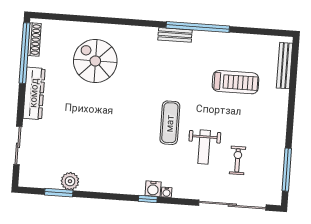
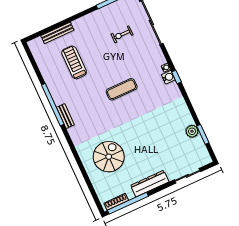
spiral stairs: (95, 61) -> (109, 157), turned 180
bench: (285, 66) -> (57, 33), moved
weight bench: (204, 147) -> (125, 60), removed

